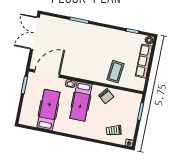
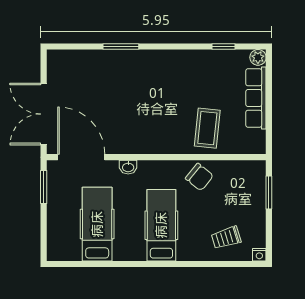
double door: (35, 33) -> (44, 114), moved
door: (47, 74) -> (81, 157), hinge flipped
hospital bed: (81, 101) -> (161, 225), moved, turned 180

